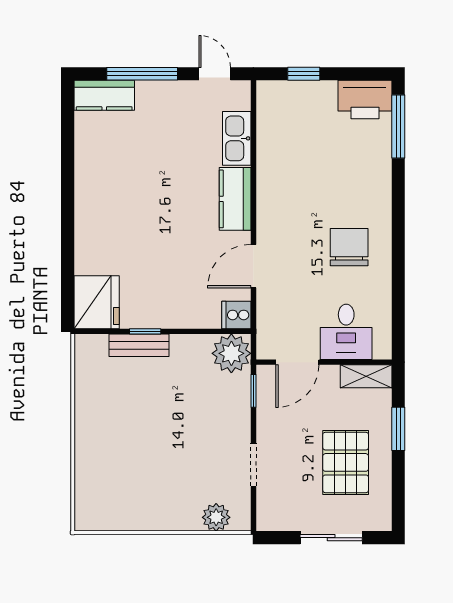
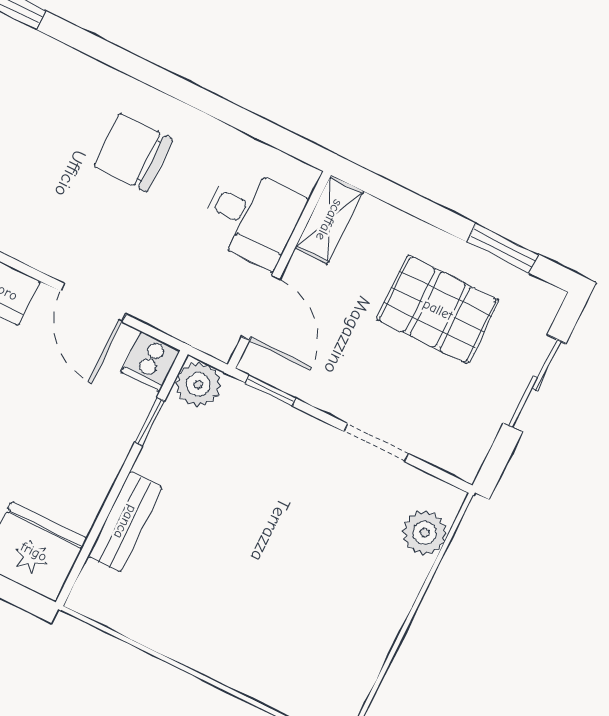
window: (145, 331) -> (150, 422), moved
plant: (231, 353) -> (198, 384), width x0.73, depth x0.73
window: (398, 429) -> (503, 248), moved

